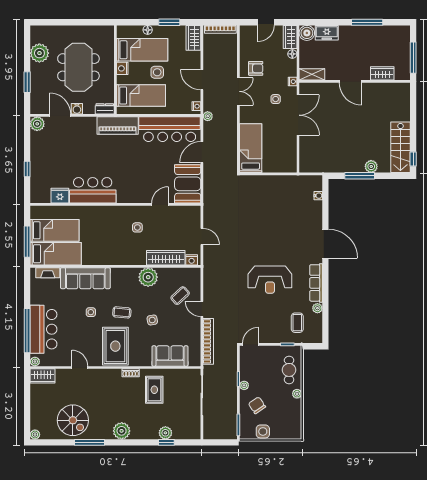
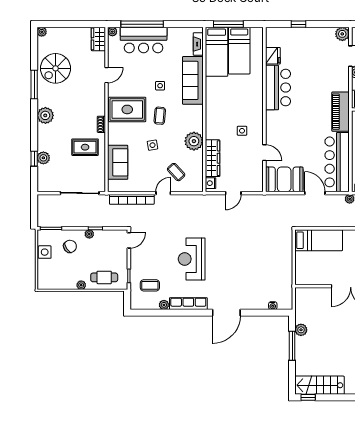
plant: (371, 166) -> (301, 330), moved
door: (251, 344) -> (129, 240), hinge flipped

